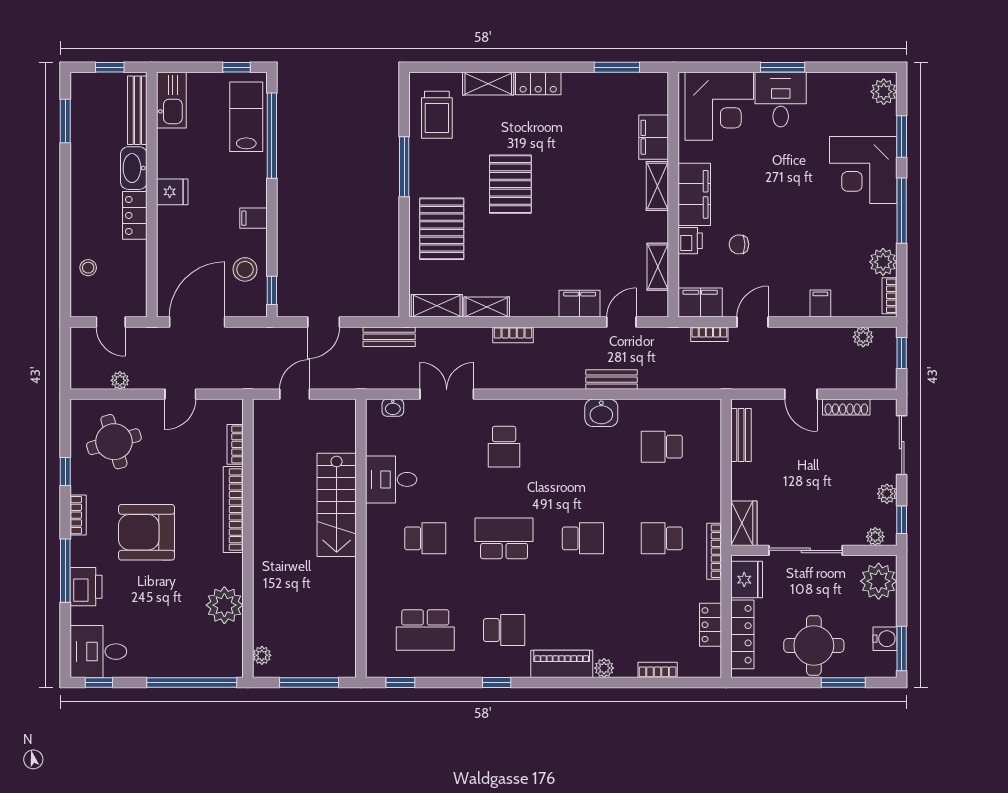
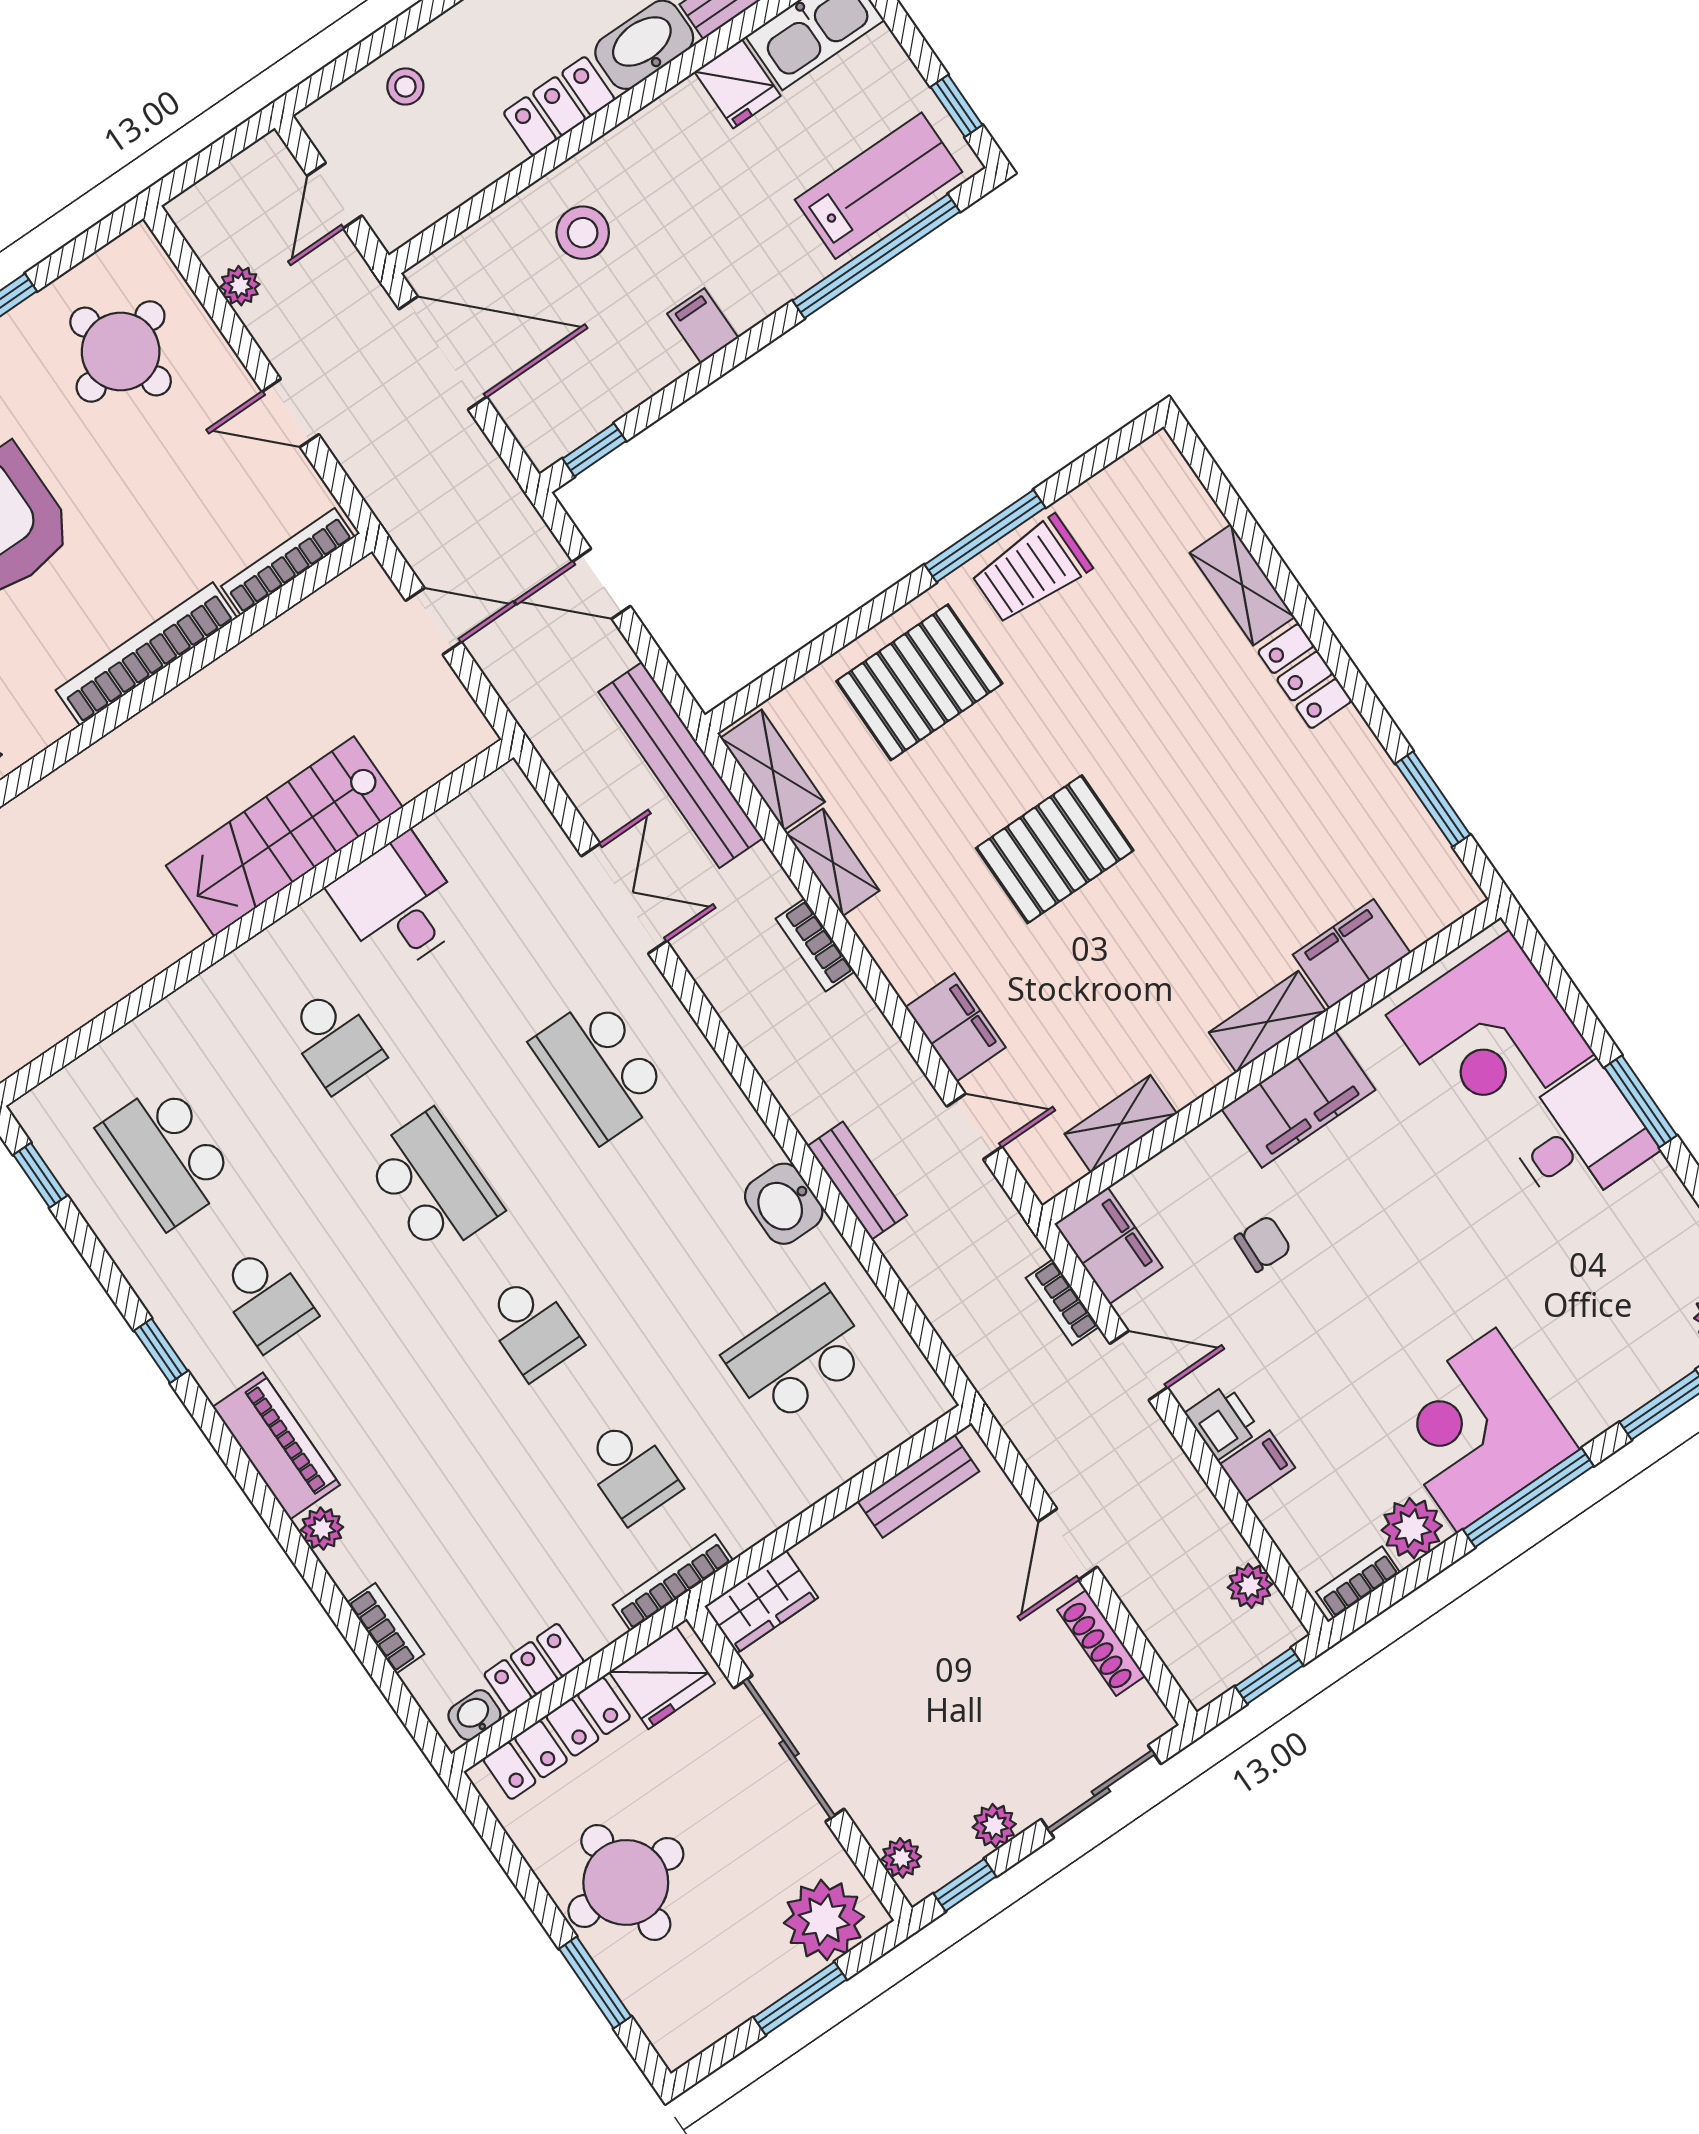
trolley: (437, 115) -> (1031, 570), moved
corner desk: (863, 170) -> (1477, 1430), moved
pallet: (510, 184) -> (1055, 849), moved
fridge: (172, 192) -> (737, 84), moved
printer: (690, 241) -> (1222, 1422), moved, turned -90
chair: (739, 244) -> (1263, 1244), turned 92
stool: (245, 269) -> (583, 233), moved
bench: (389, 337) -> (681, 765), width x1.86, depth x1.21
washbasin: (393, 408) -> (474, 1715), moved, turned 90
bookcase: (235, 444) -> (288, 562), width x1.56
school desk: (504, 447) -> (600, 1069), width x1.85
school desk: (662, 447) -> (798, 1356), width x1.85
school desk: (662, 538) -> (631, 1471), turned 180
water cooler: (885, 639) -> (727, 2004), removed
window: (902, 648) -> (800, 1998), moved

